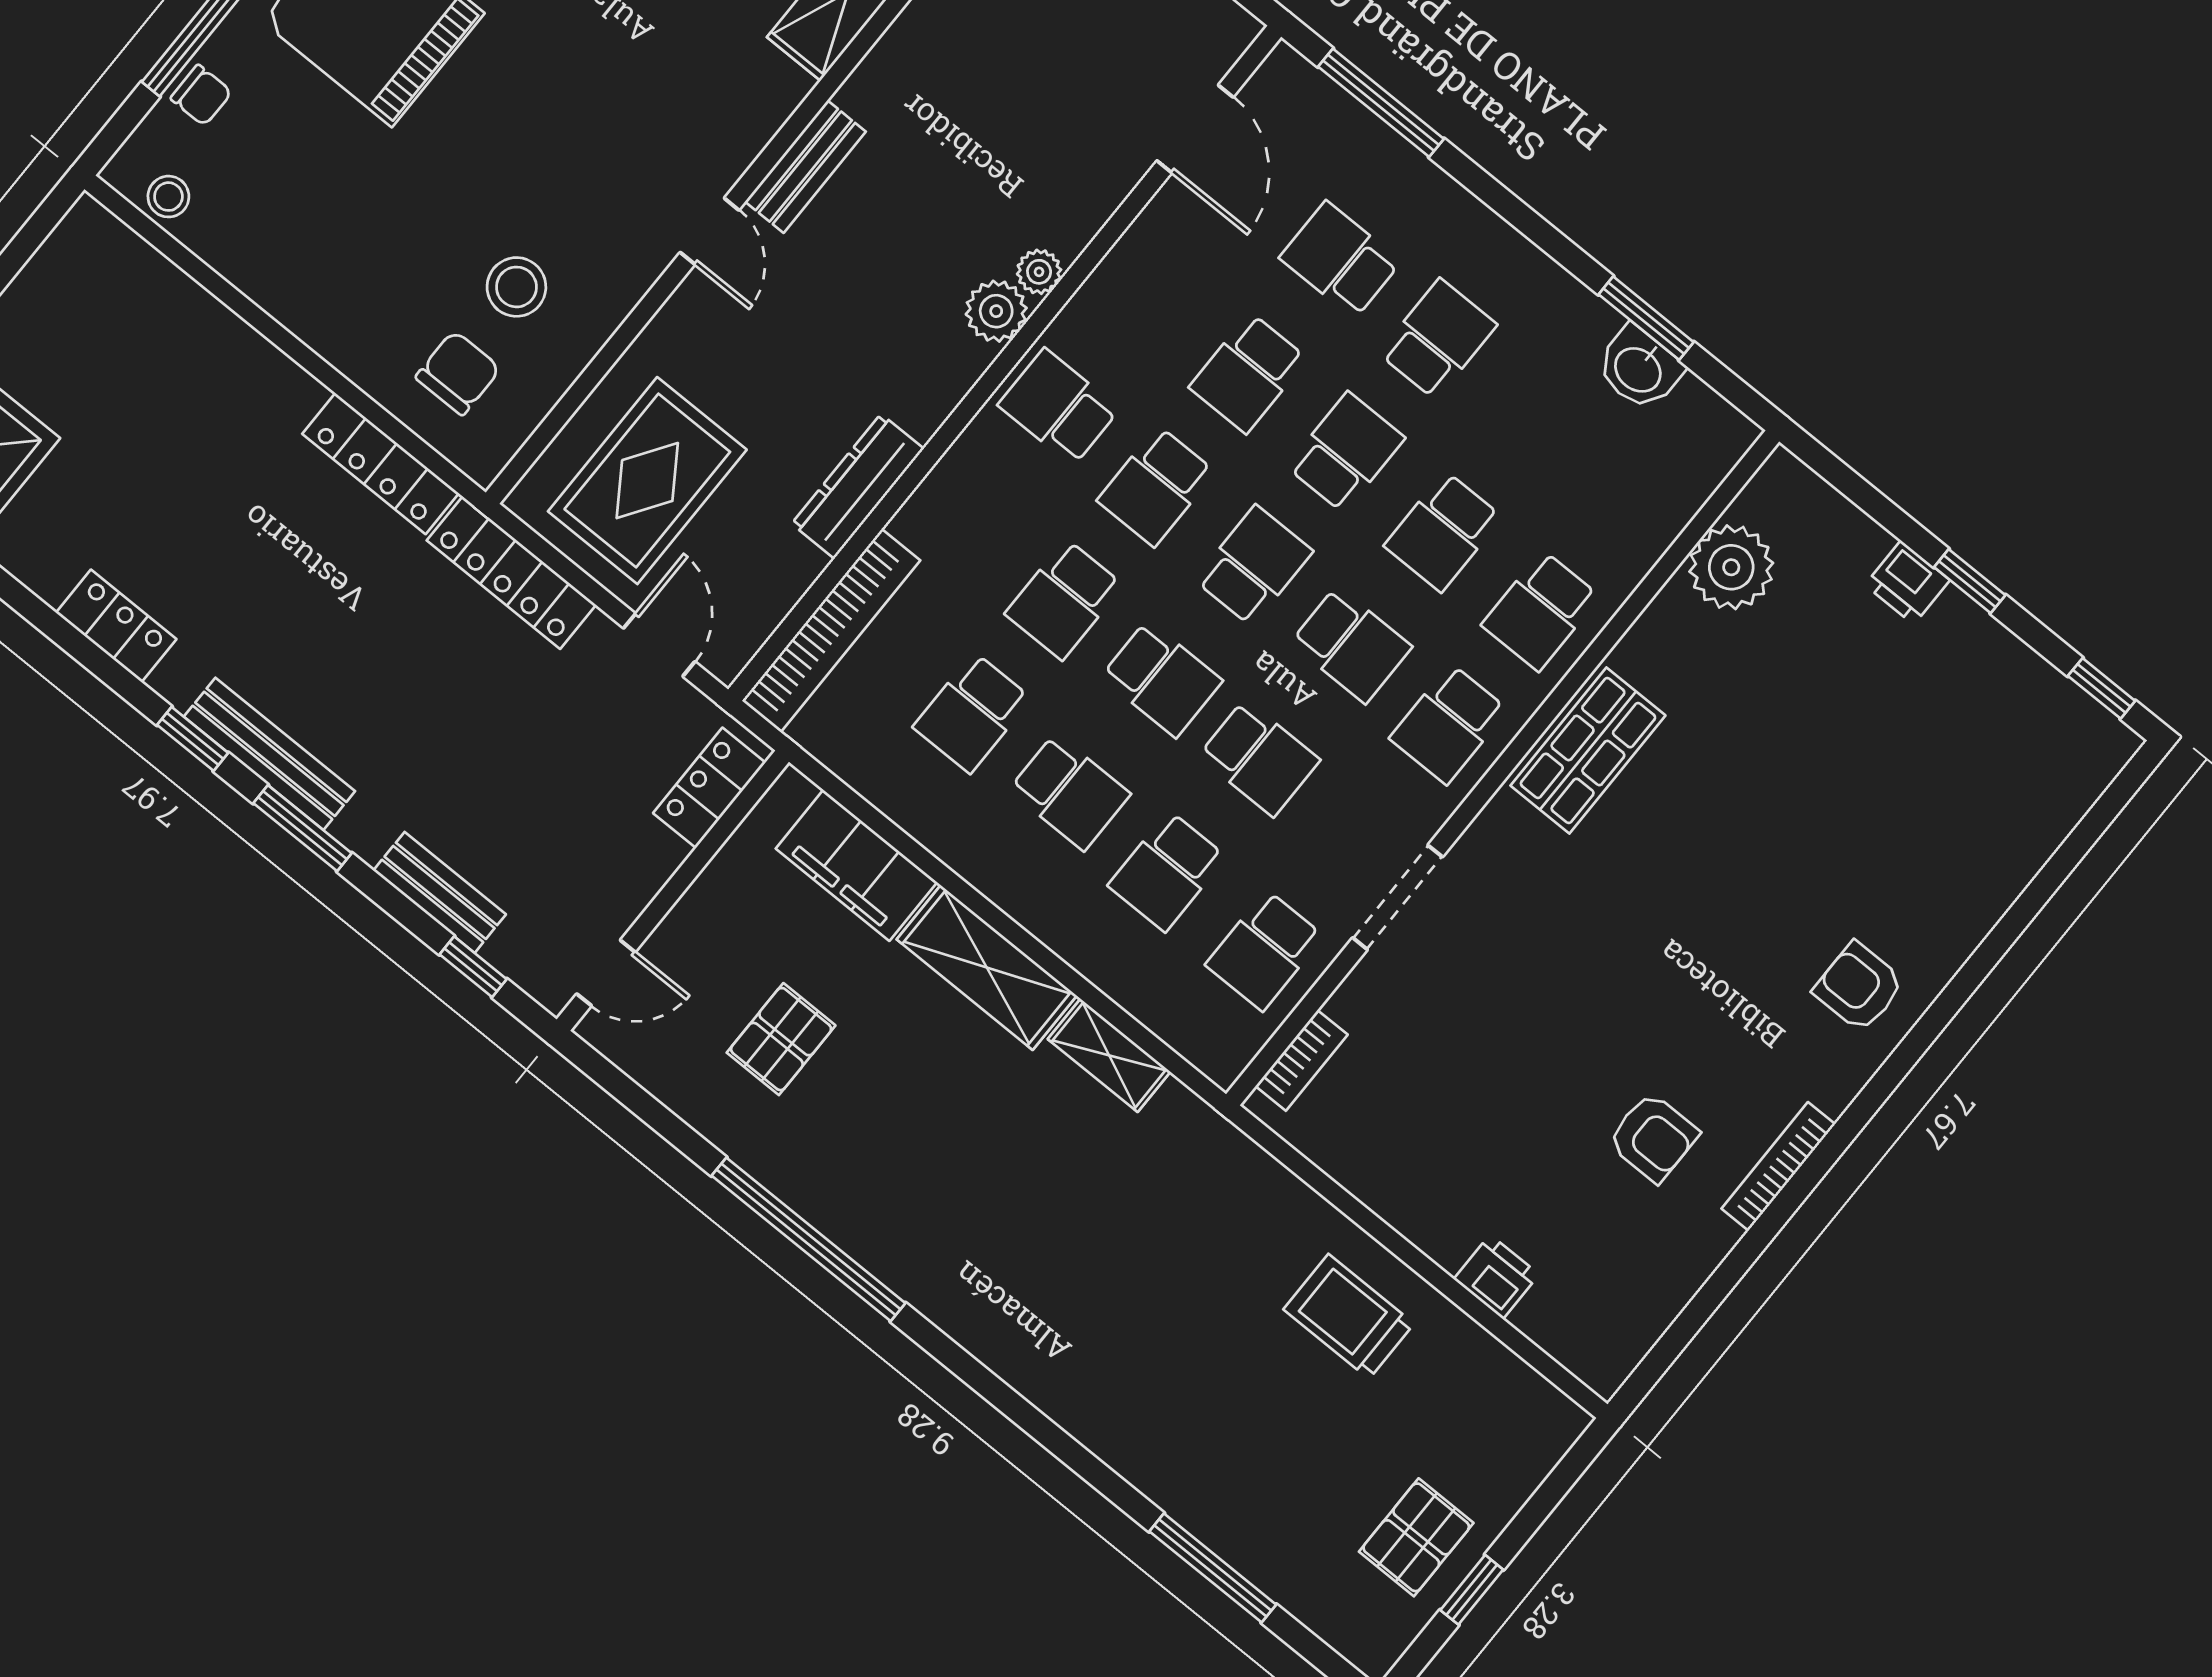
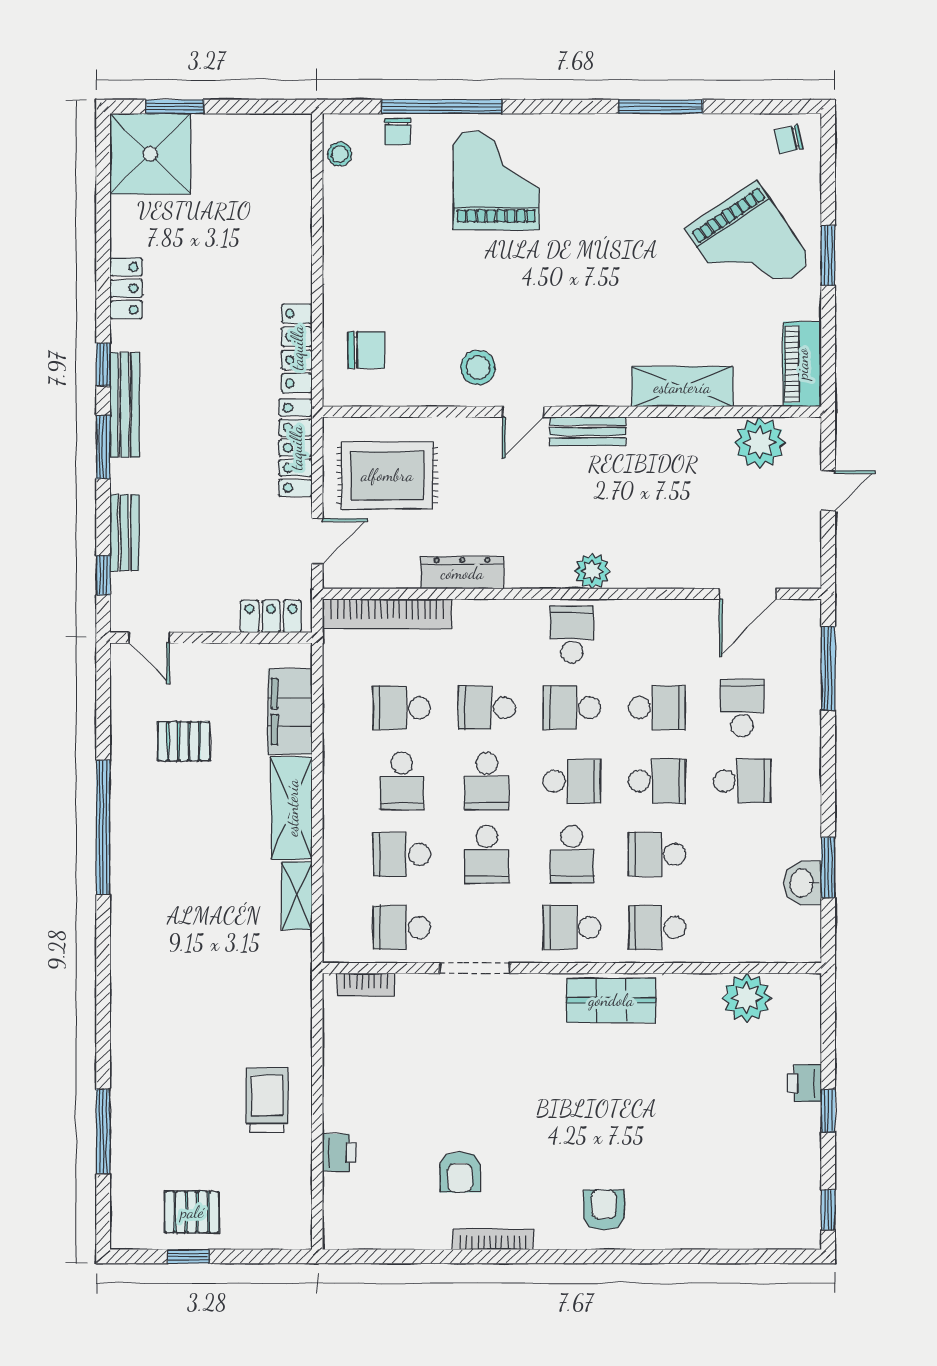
plant: (1039, 272) -> (626, 576), removed
stool: (516, 287) -> (478, 367), moved
school desk: (1248, 373) -> (657, 708), turned 180

